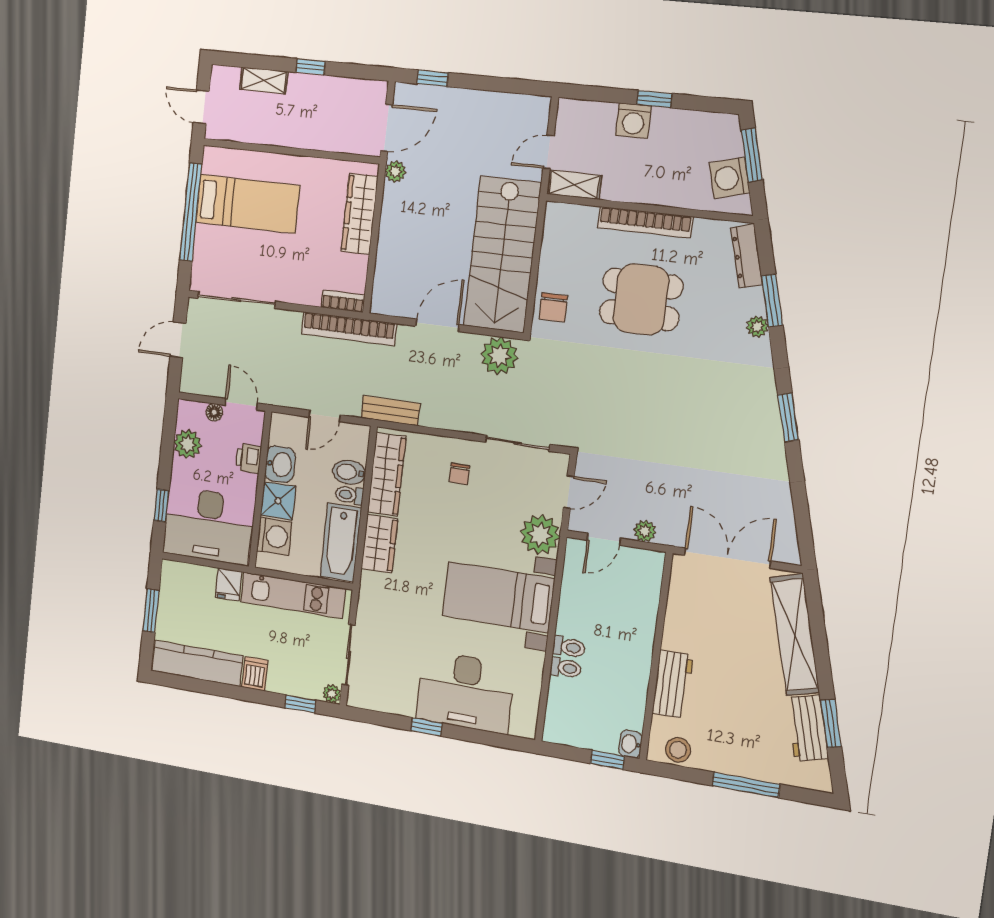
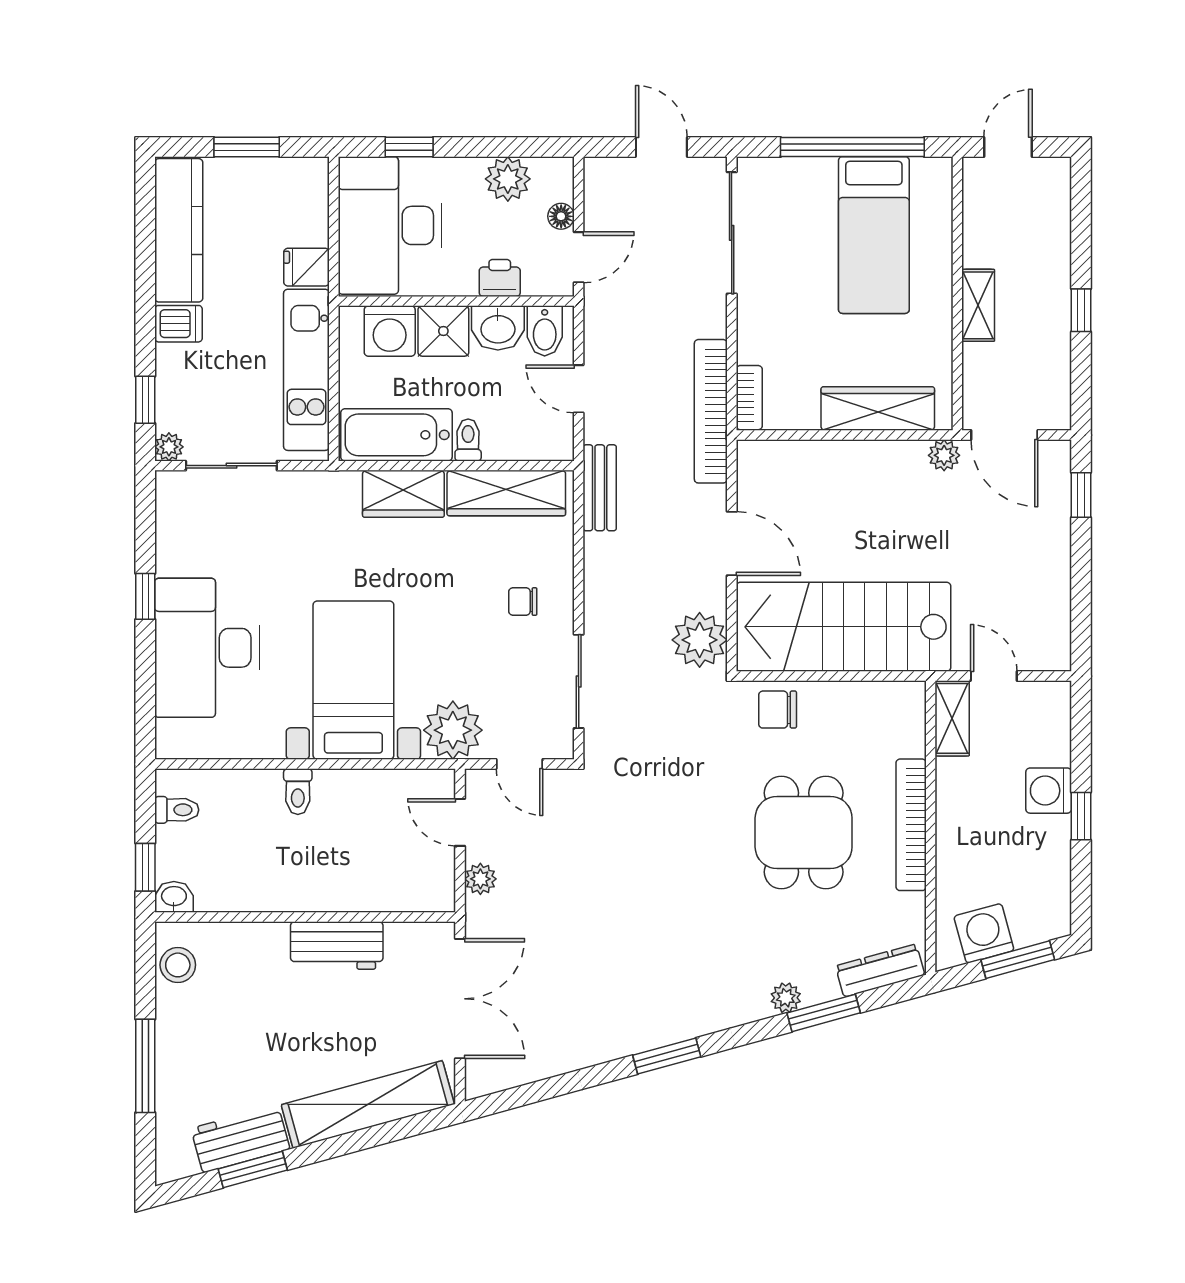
shelving: (264, 80) -> (978, 305), moved
bidet: (349, 472) -> (545, 331), moved, turned 180
toilet: (566, 668) -> (177, 810), moved, turned -90
workbench: (673, 684) -> (337, 946), moved

